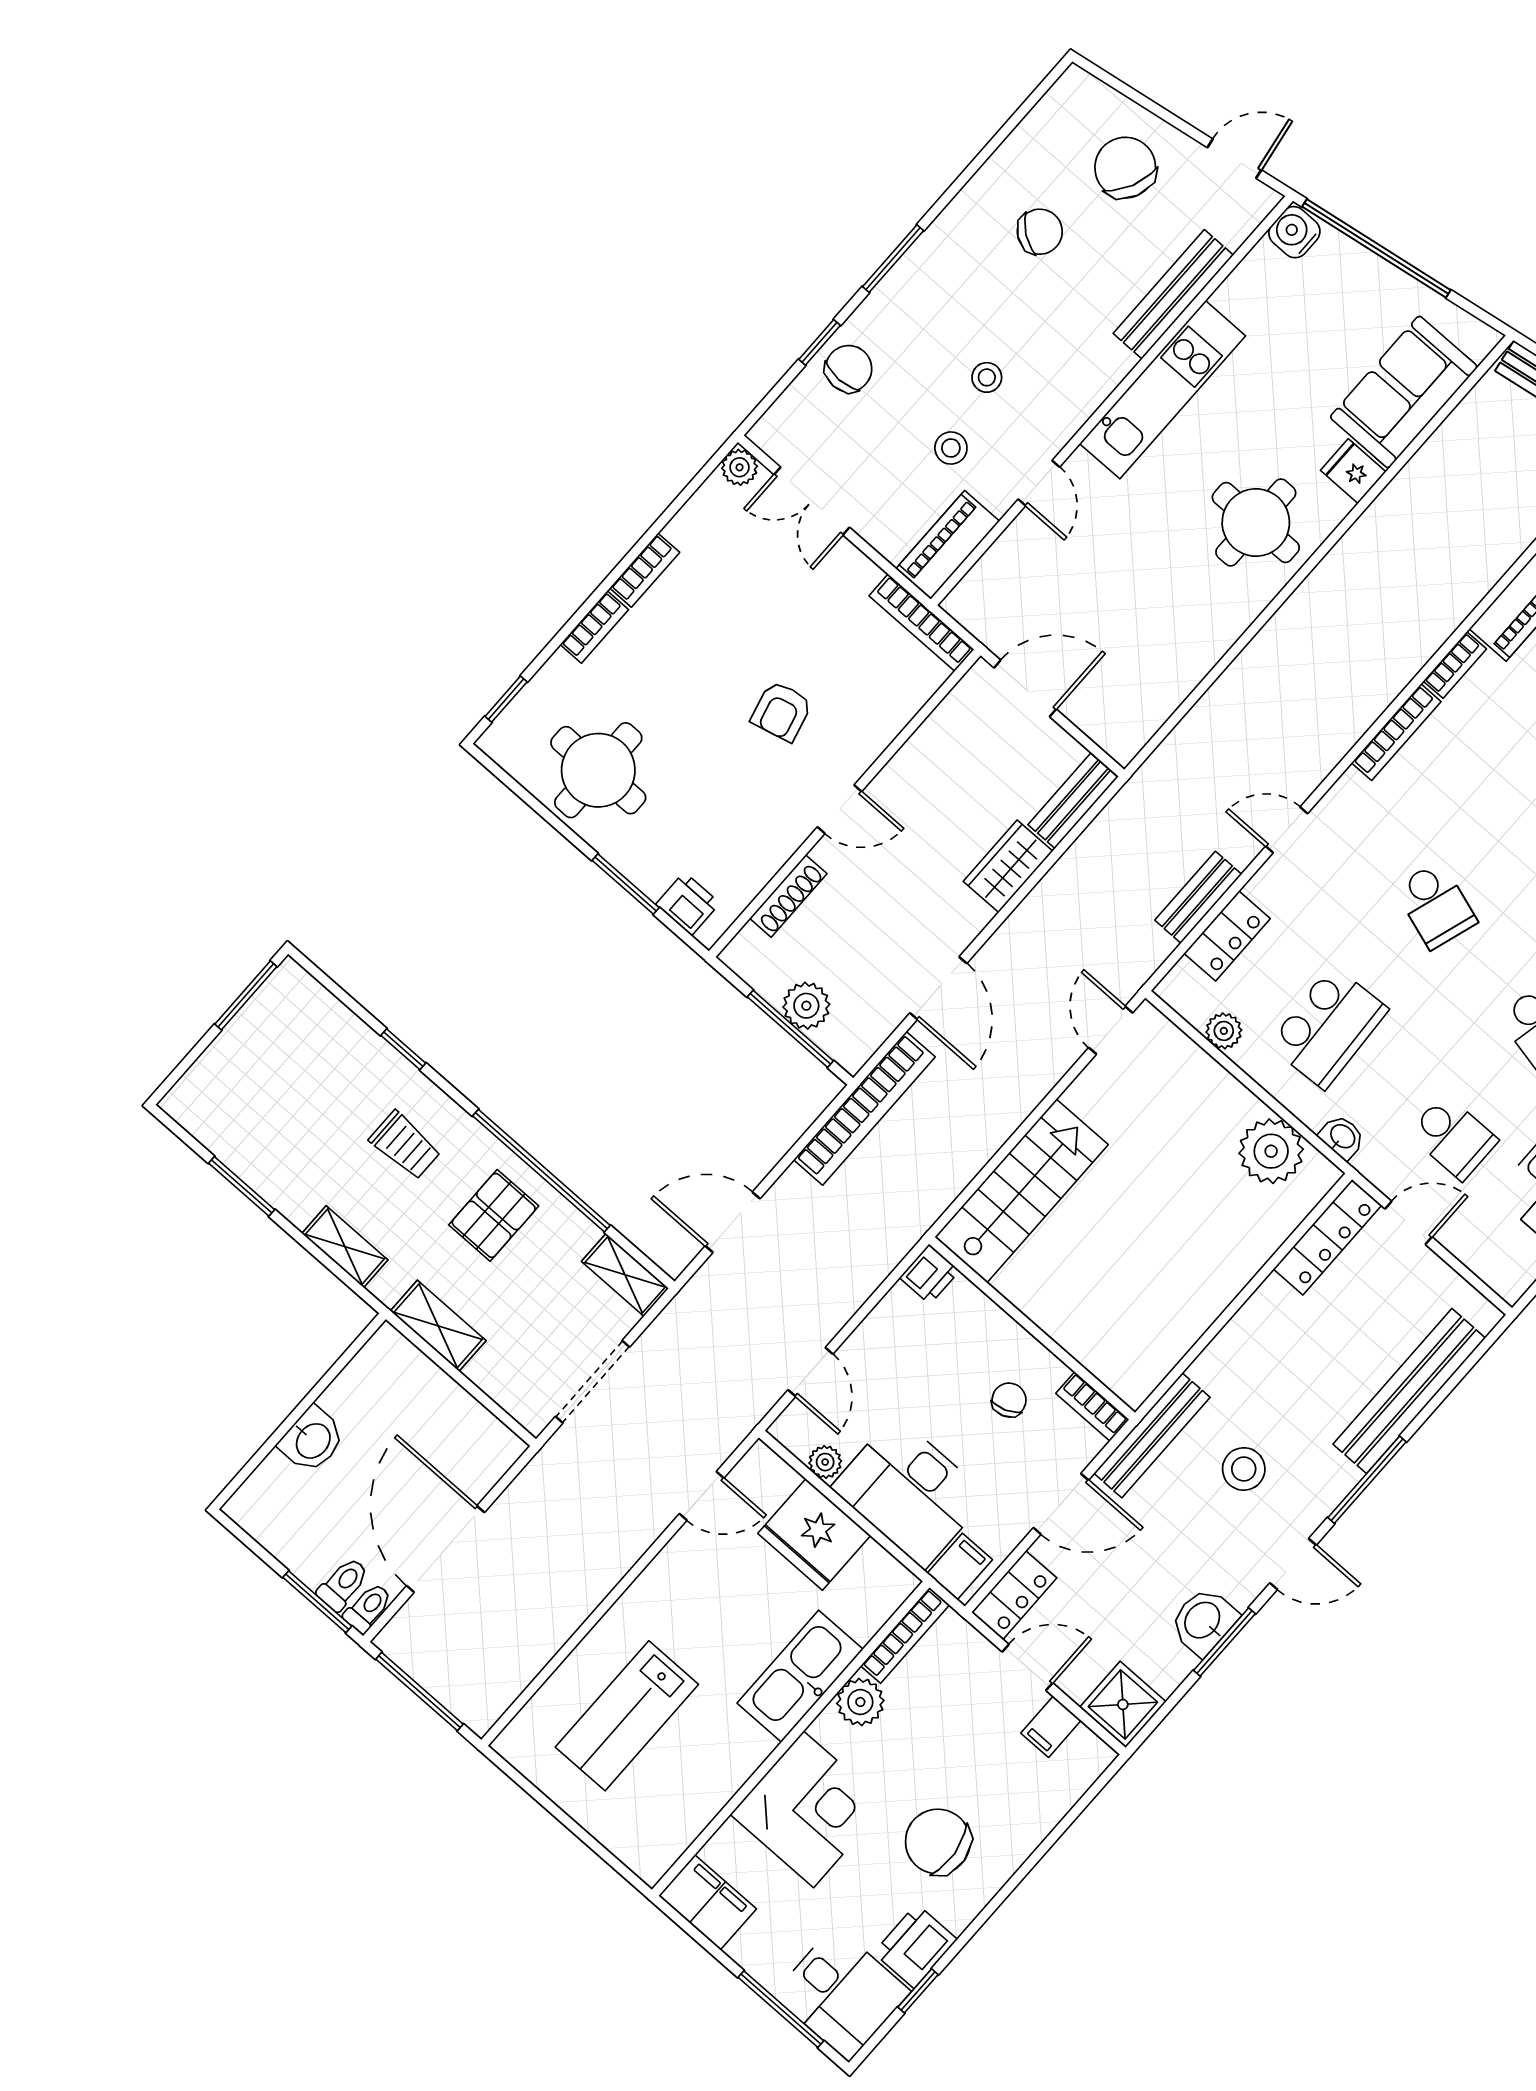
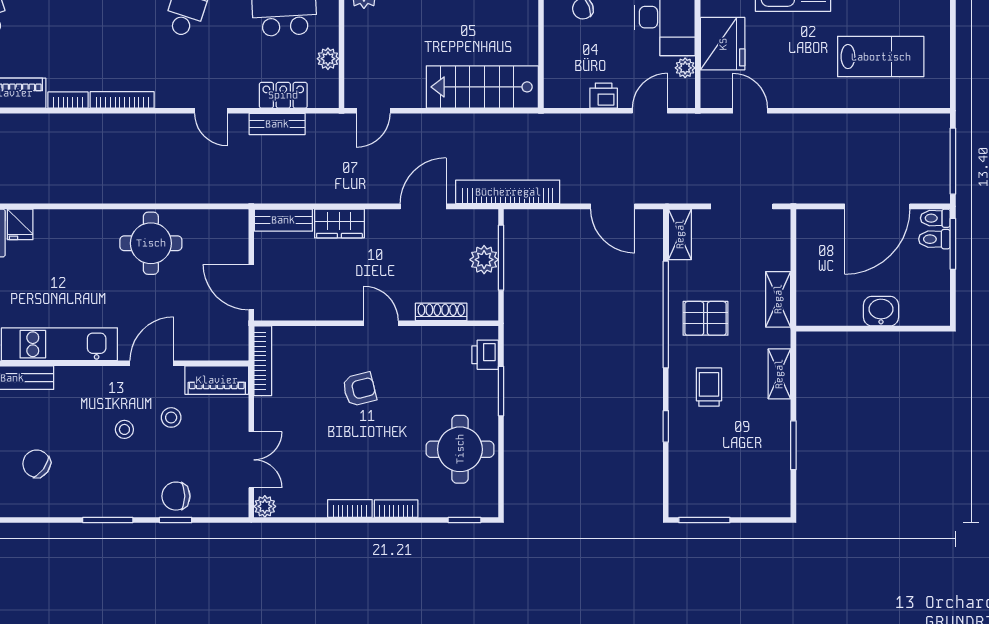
door: (1039, 483) -> (152, 363), width x1.38
round table: (1256, 522) -> (151, 243), moved
printer: (930, 1274) -> (604, 96), moved

